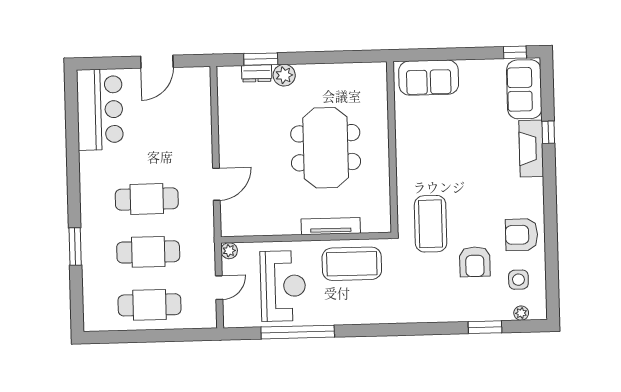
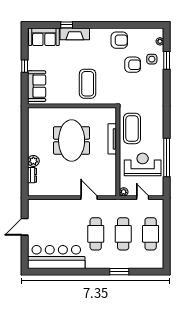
window: (515, 52) -> (25, 66), moved
window: (261, 59) -> (25, 173), removed
door: (157, 62) -> (25, 227), swing flipped
bar counter: (100, 110) -> (56, 257), width x1.36
meeting table: (326, 148) -> (72, 140), turned 90
coffee table: (431, 224) -> (88, 84), moved, turned 90
armchair: (522, 235) -> (119, 40), turned -90
side table: (518, 280) -> (152, 59), moved

